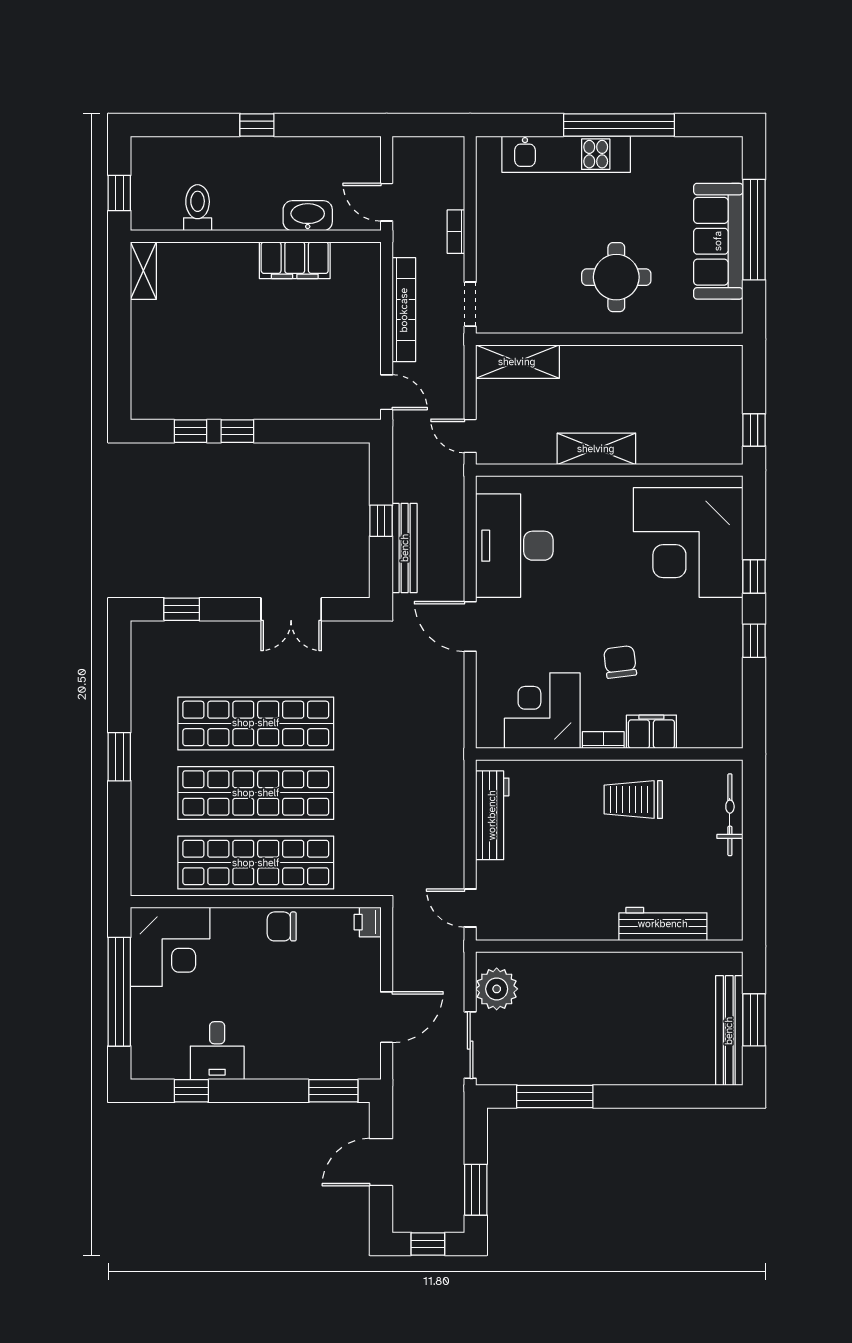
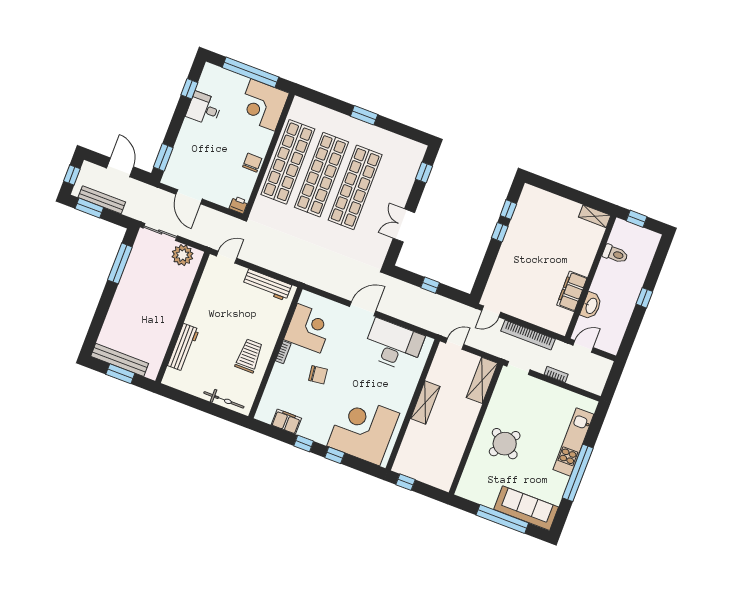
sofa: (718, 241) -> (526, 508), moved
round table: (616, 277) -> (505, 444), turned 33
bench: (405, 548) -> (102, 200), moved
filing cabinet: (651, 732) -> (286, 422), moved, turned -90

